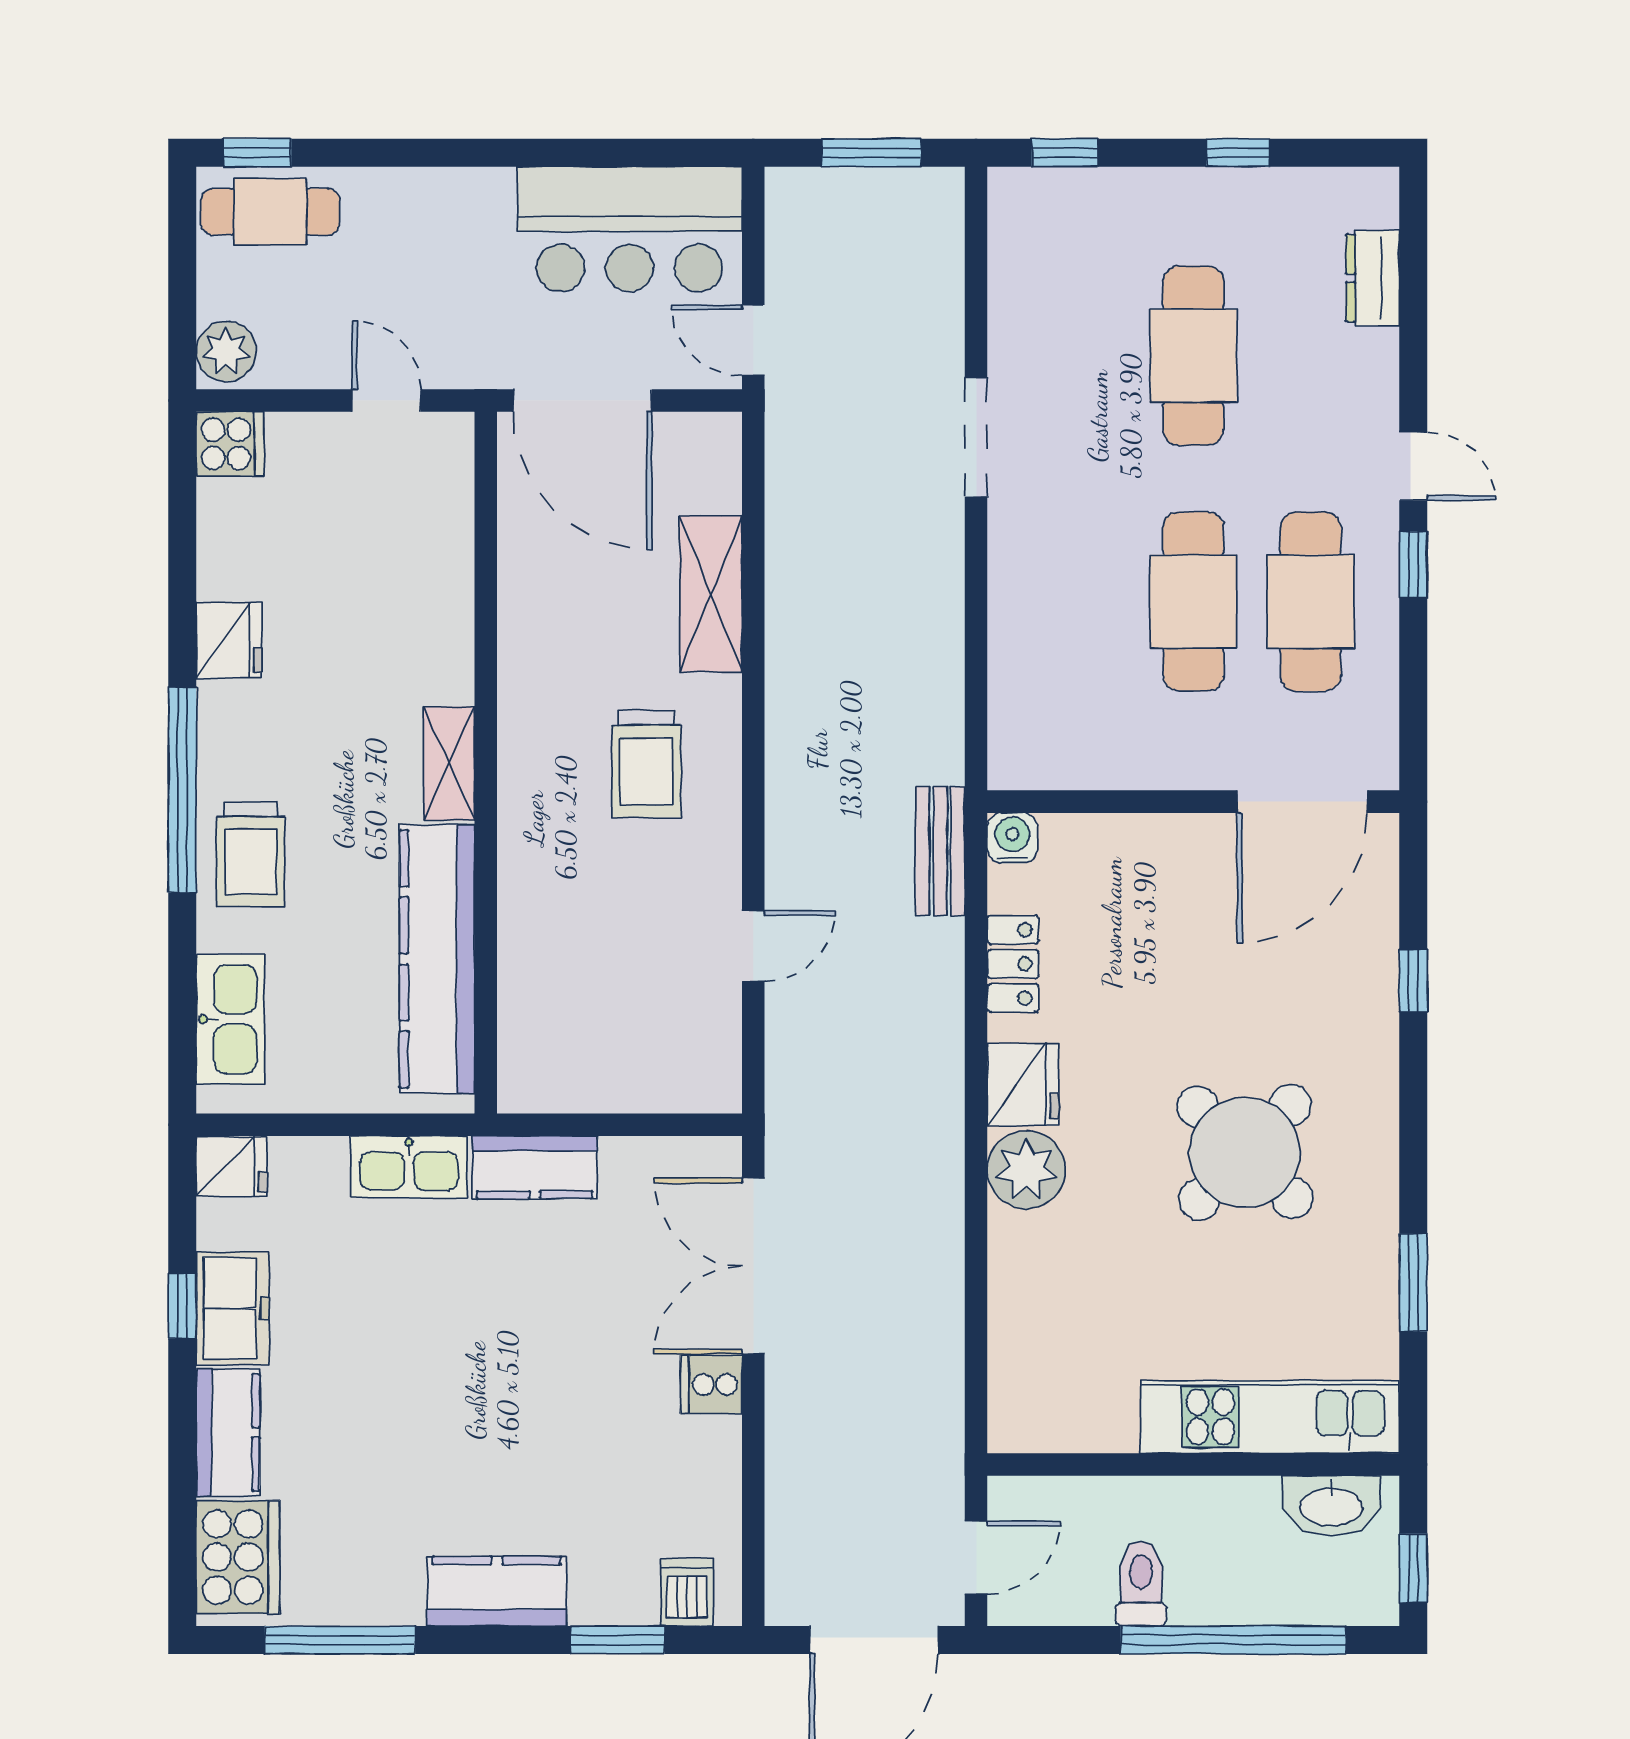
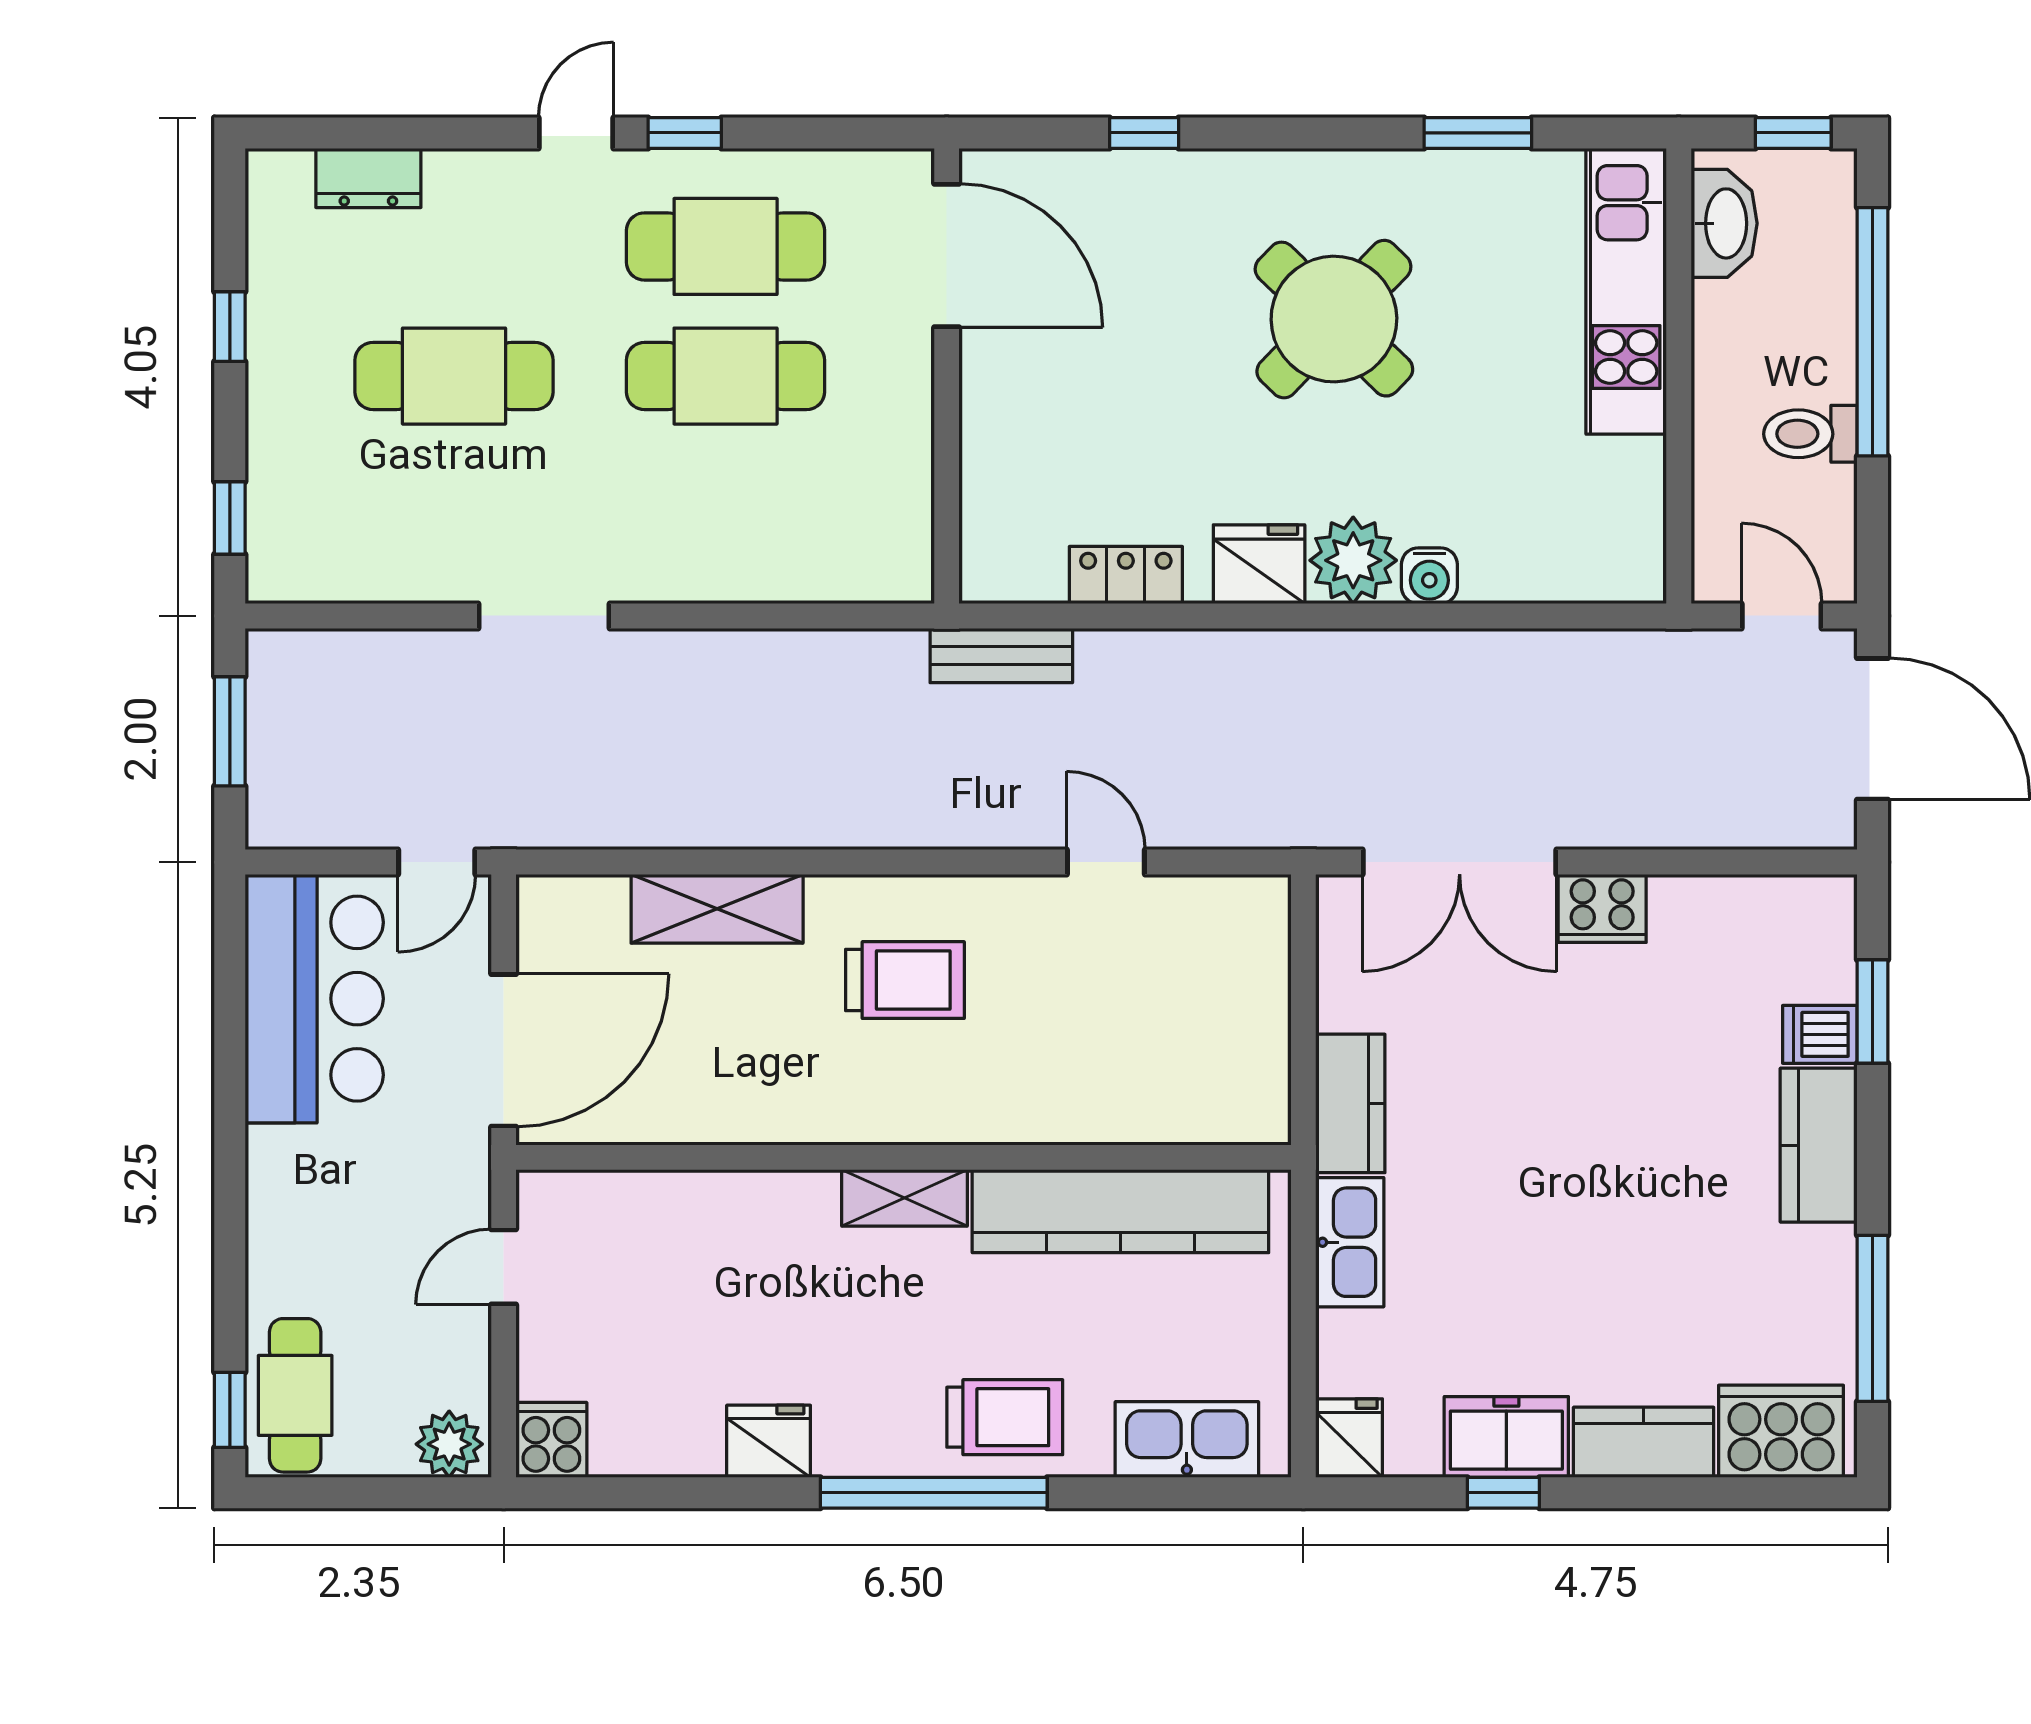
water cooler: (1012, 838) -> (1429, 576), moved, turned -90
cooker: (711, 1385) -> (1602, 908), width x1.36
dishwasher: (687, 1592) -> (1820, 1034), moved

